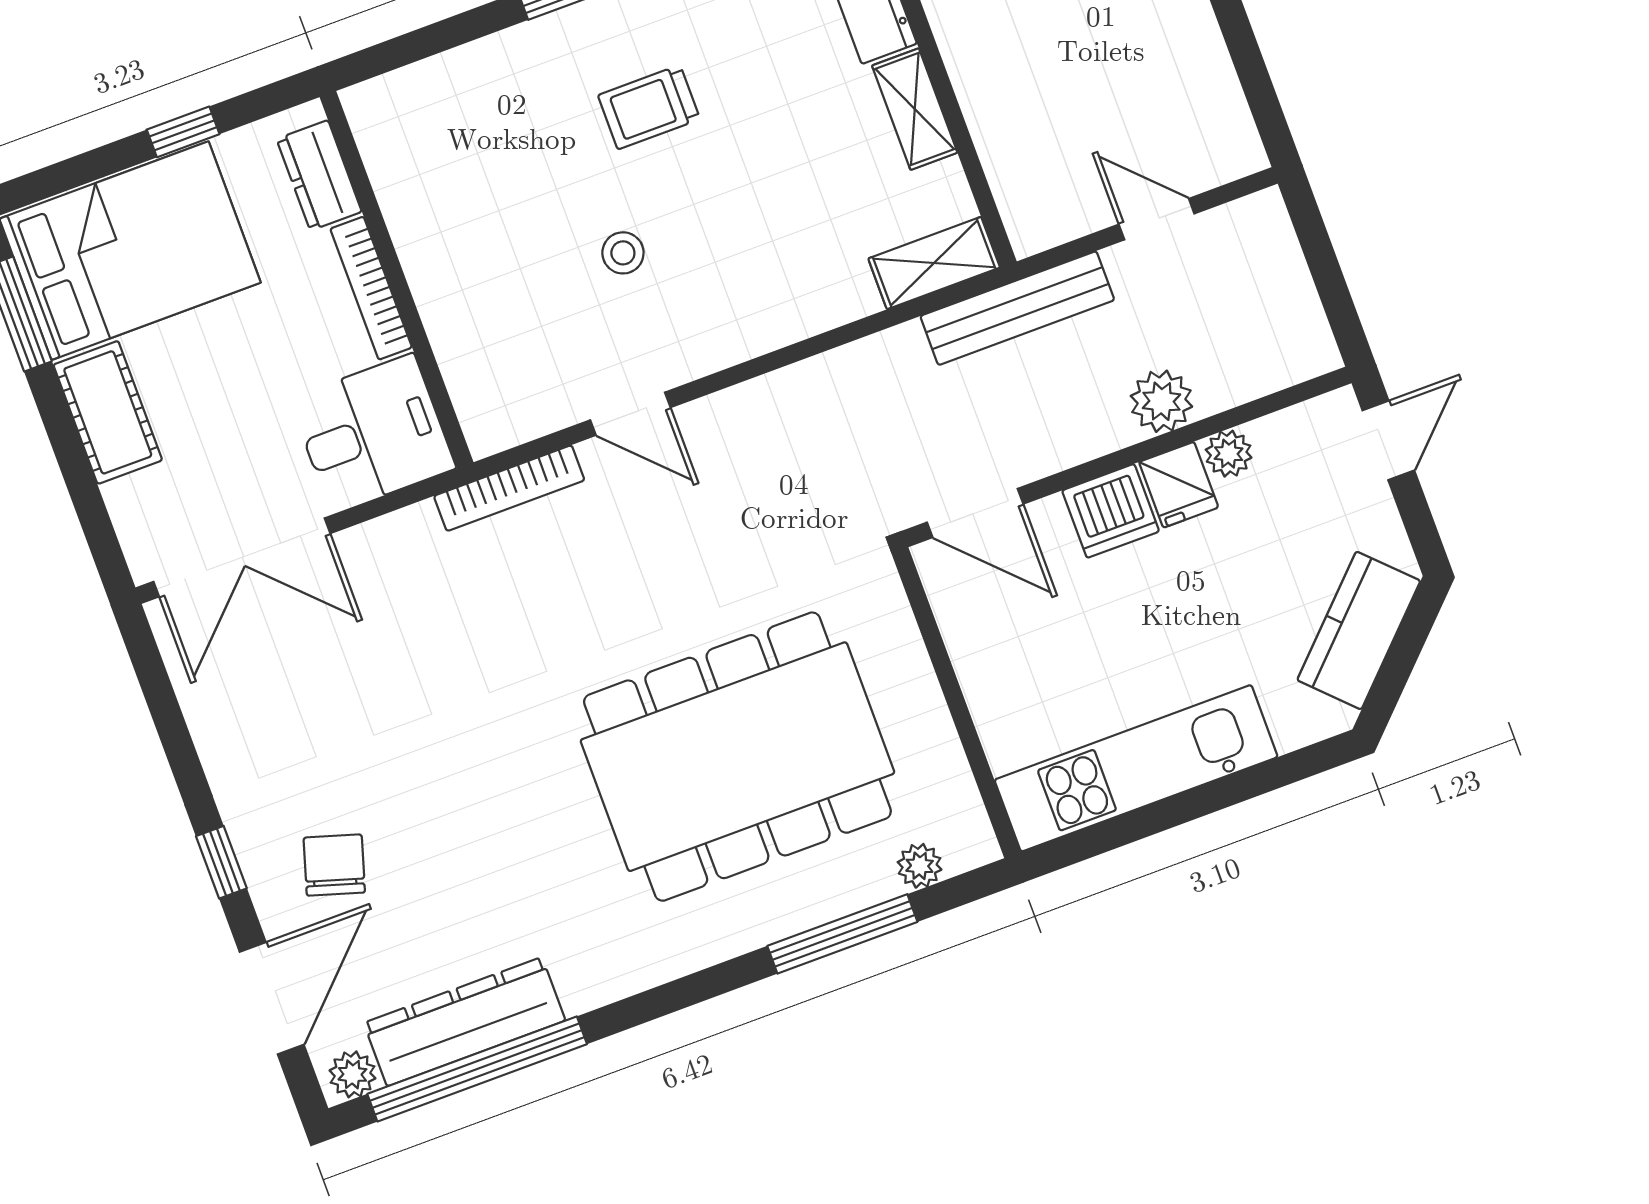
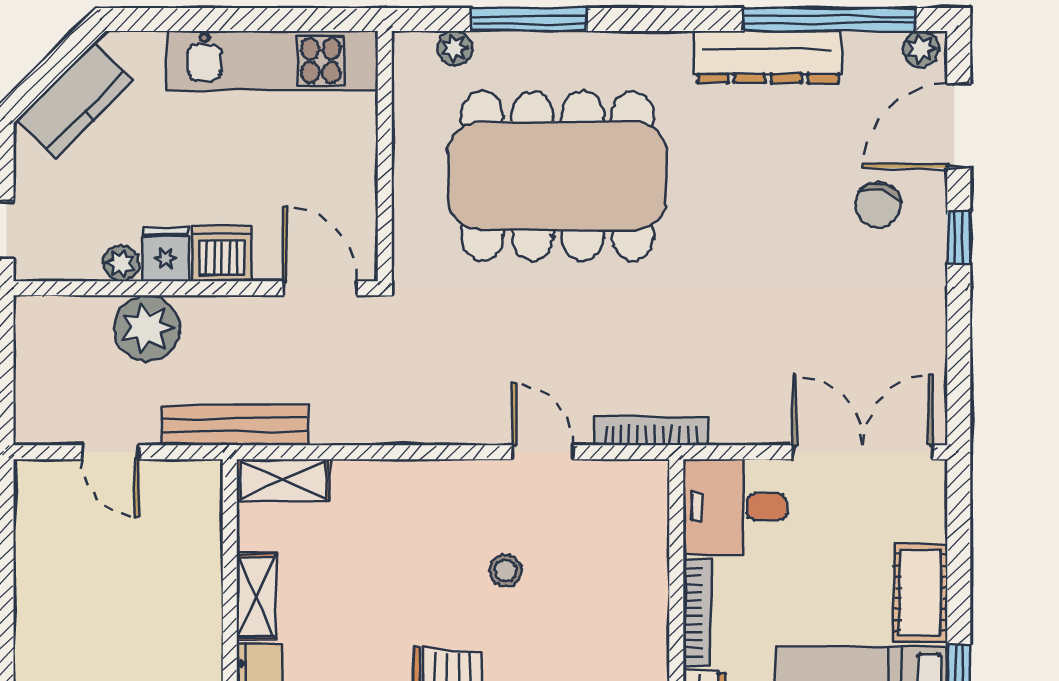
plant: (1161, 401) -> (147, 328), width x1.36, depth x1.36
dresser: (464, 1022) -> (768, 57), moved

